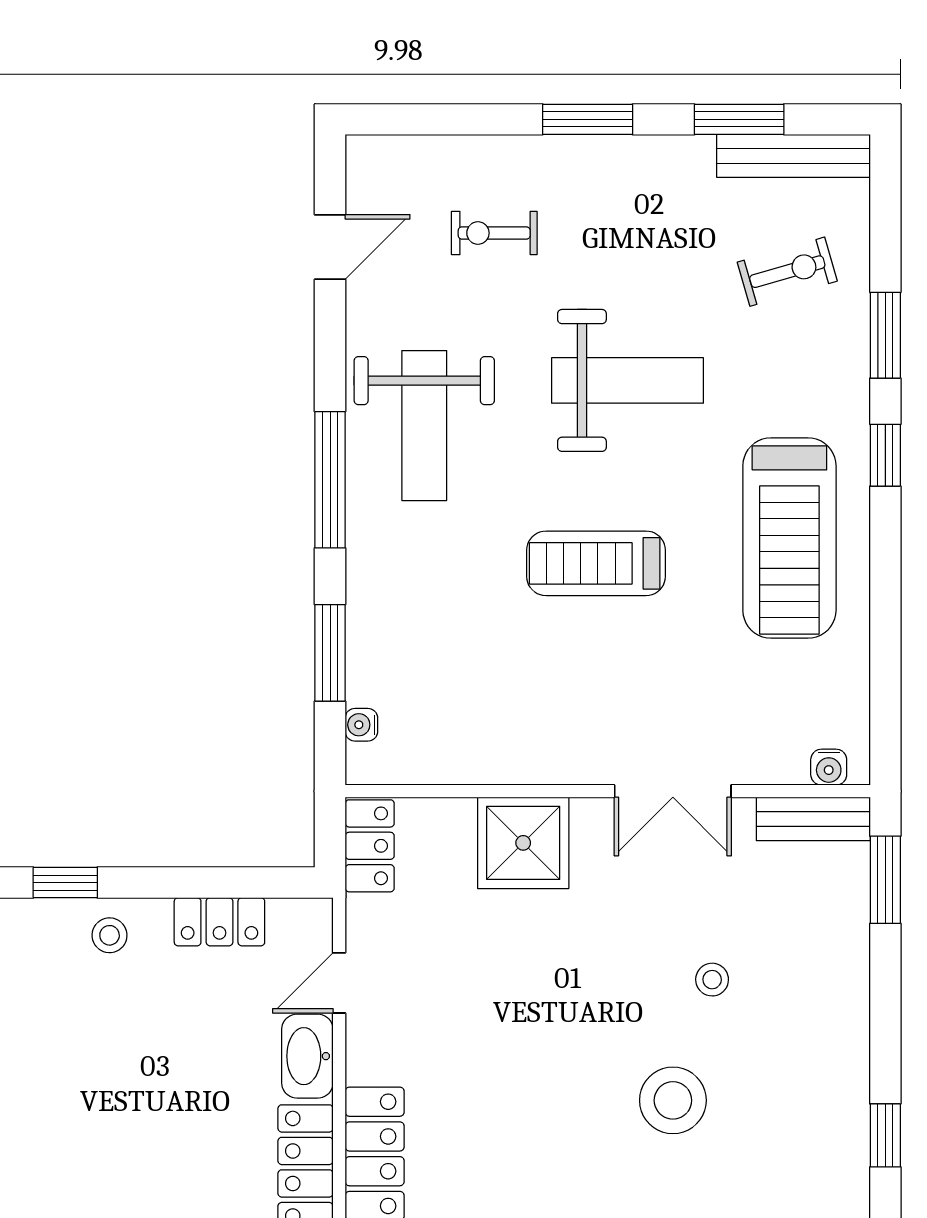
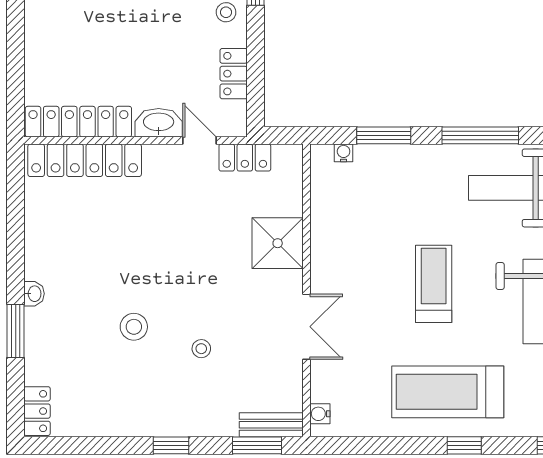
window: (885, 455) -> (464, 445), moved
double door: (673, 791) -> (306, 327), swing flipped
bench: (813, 819) -> (271, 425), moved, turned 90
locker: (370, 846) -> (245, 157), moved
stool: (673, 1100) -> (134, 327), width x0.73, depth x0.73
window: (885, 1135) -> (171, 445), moved

